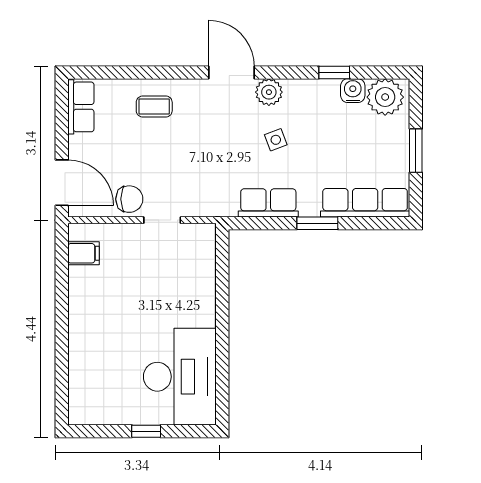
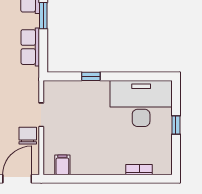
window: (222, 298) -> (91, 76), added
bookcase: (76, 373) -> (139, 170), added

